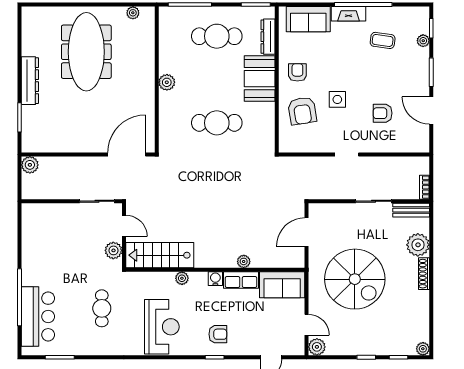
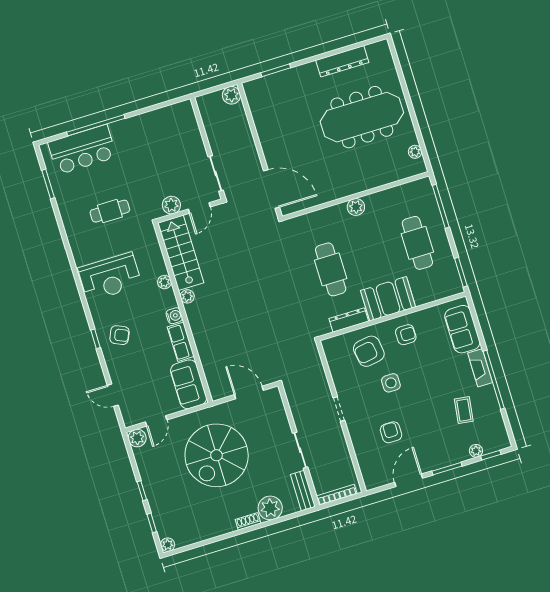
dresser: (268, 37) -> (349, 320), moved
dresser: (30, 81) -> (342, 61), moved
bookcase: (425, 187) -> (337, 495), width x1.56
plant: (244, 261) -> (187, 296), moved
shoe rack: (424, 274) -> (248, 521), width x0.70
armchair: (218, 334) -> (120, 335), turned -66

